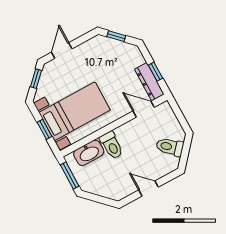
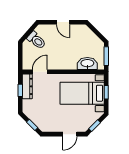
door: (144, 109) -> (40, 72), swing flipped
toilet: (111, 145) -> (71, 61), removed

